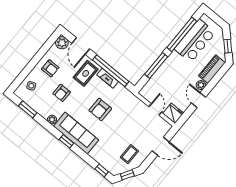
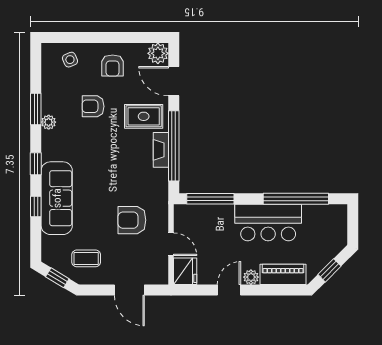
bar counter: (195, 41) -> (268, 223), moved
door: (81, 46) -> (174, 81), hinge flipped
window: (156, 66) -> (210, 199), moved
window: (28, 109) -> (36, 109), moved
armchair: (100, 109) -> (132, 220), moved
door: (155, 109) -> (171, 244), hinge flipped
sofa: (76, 133) -> (57, 198), moved
window: (102, 170) -> (36, 206), moved

